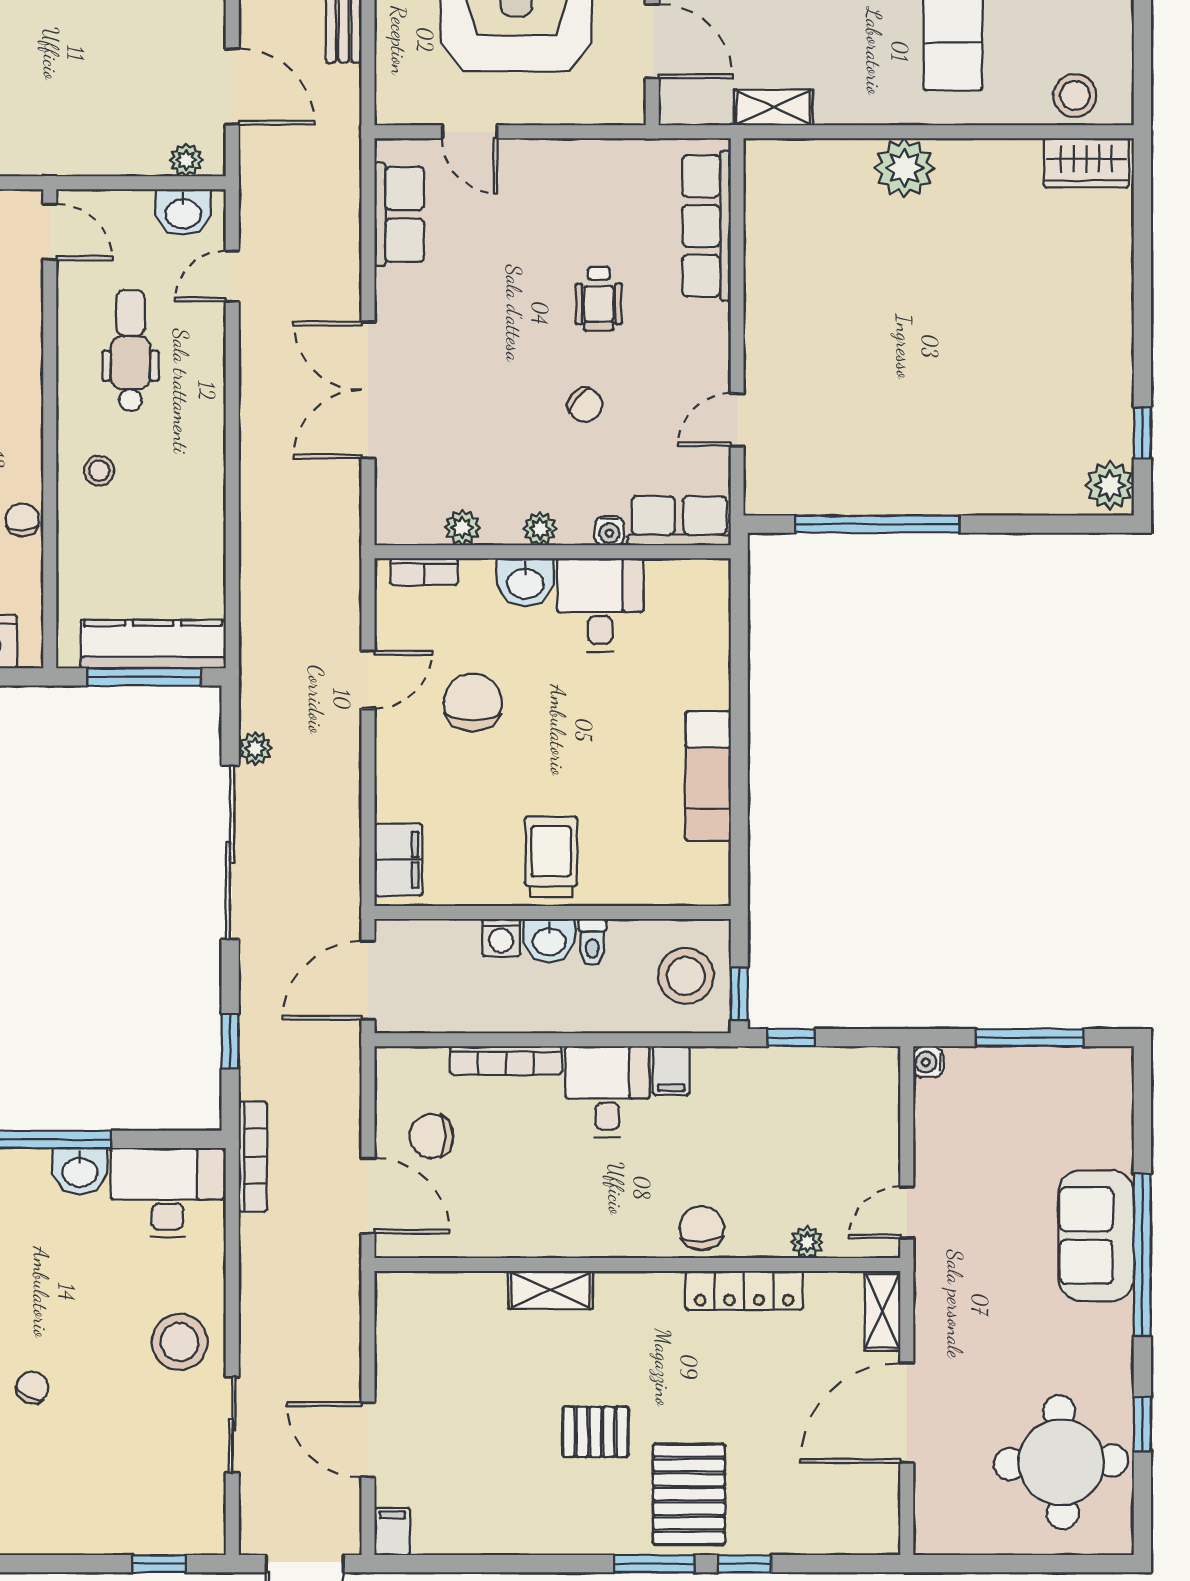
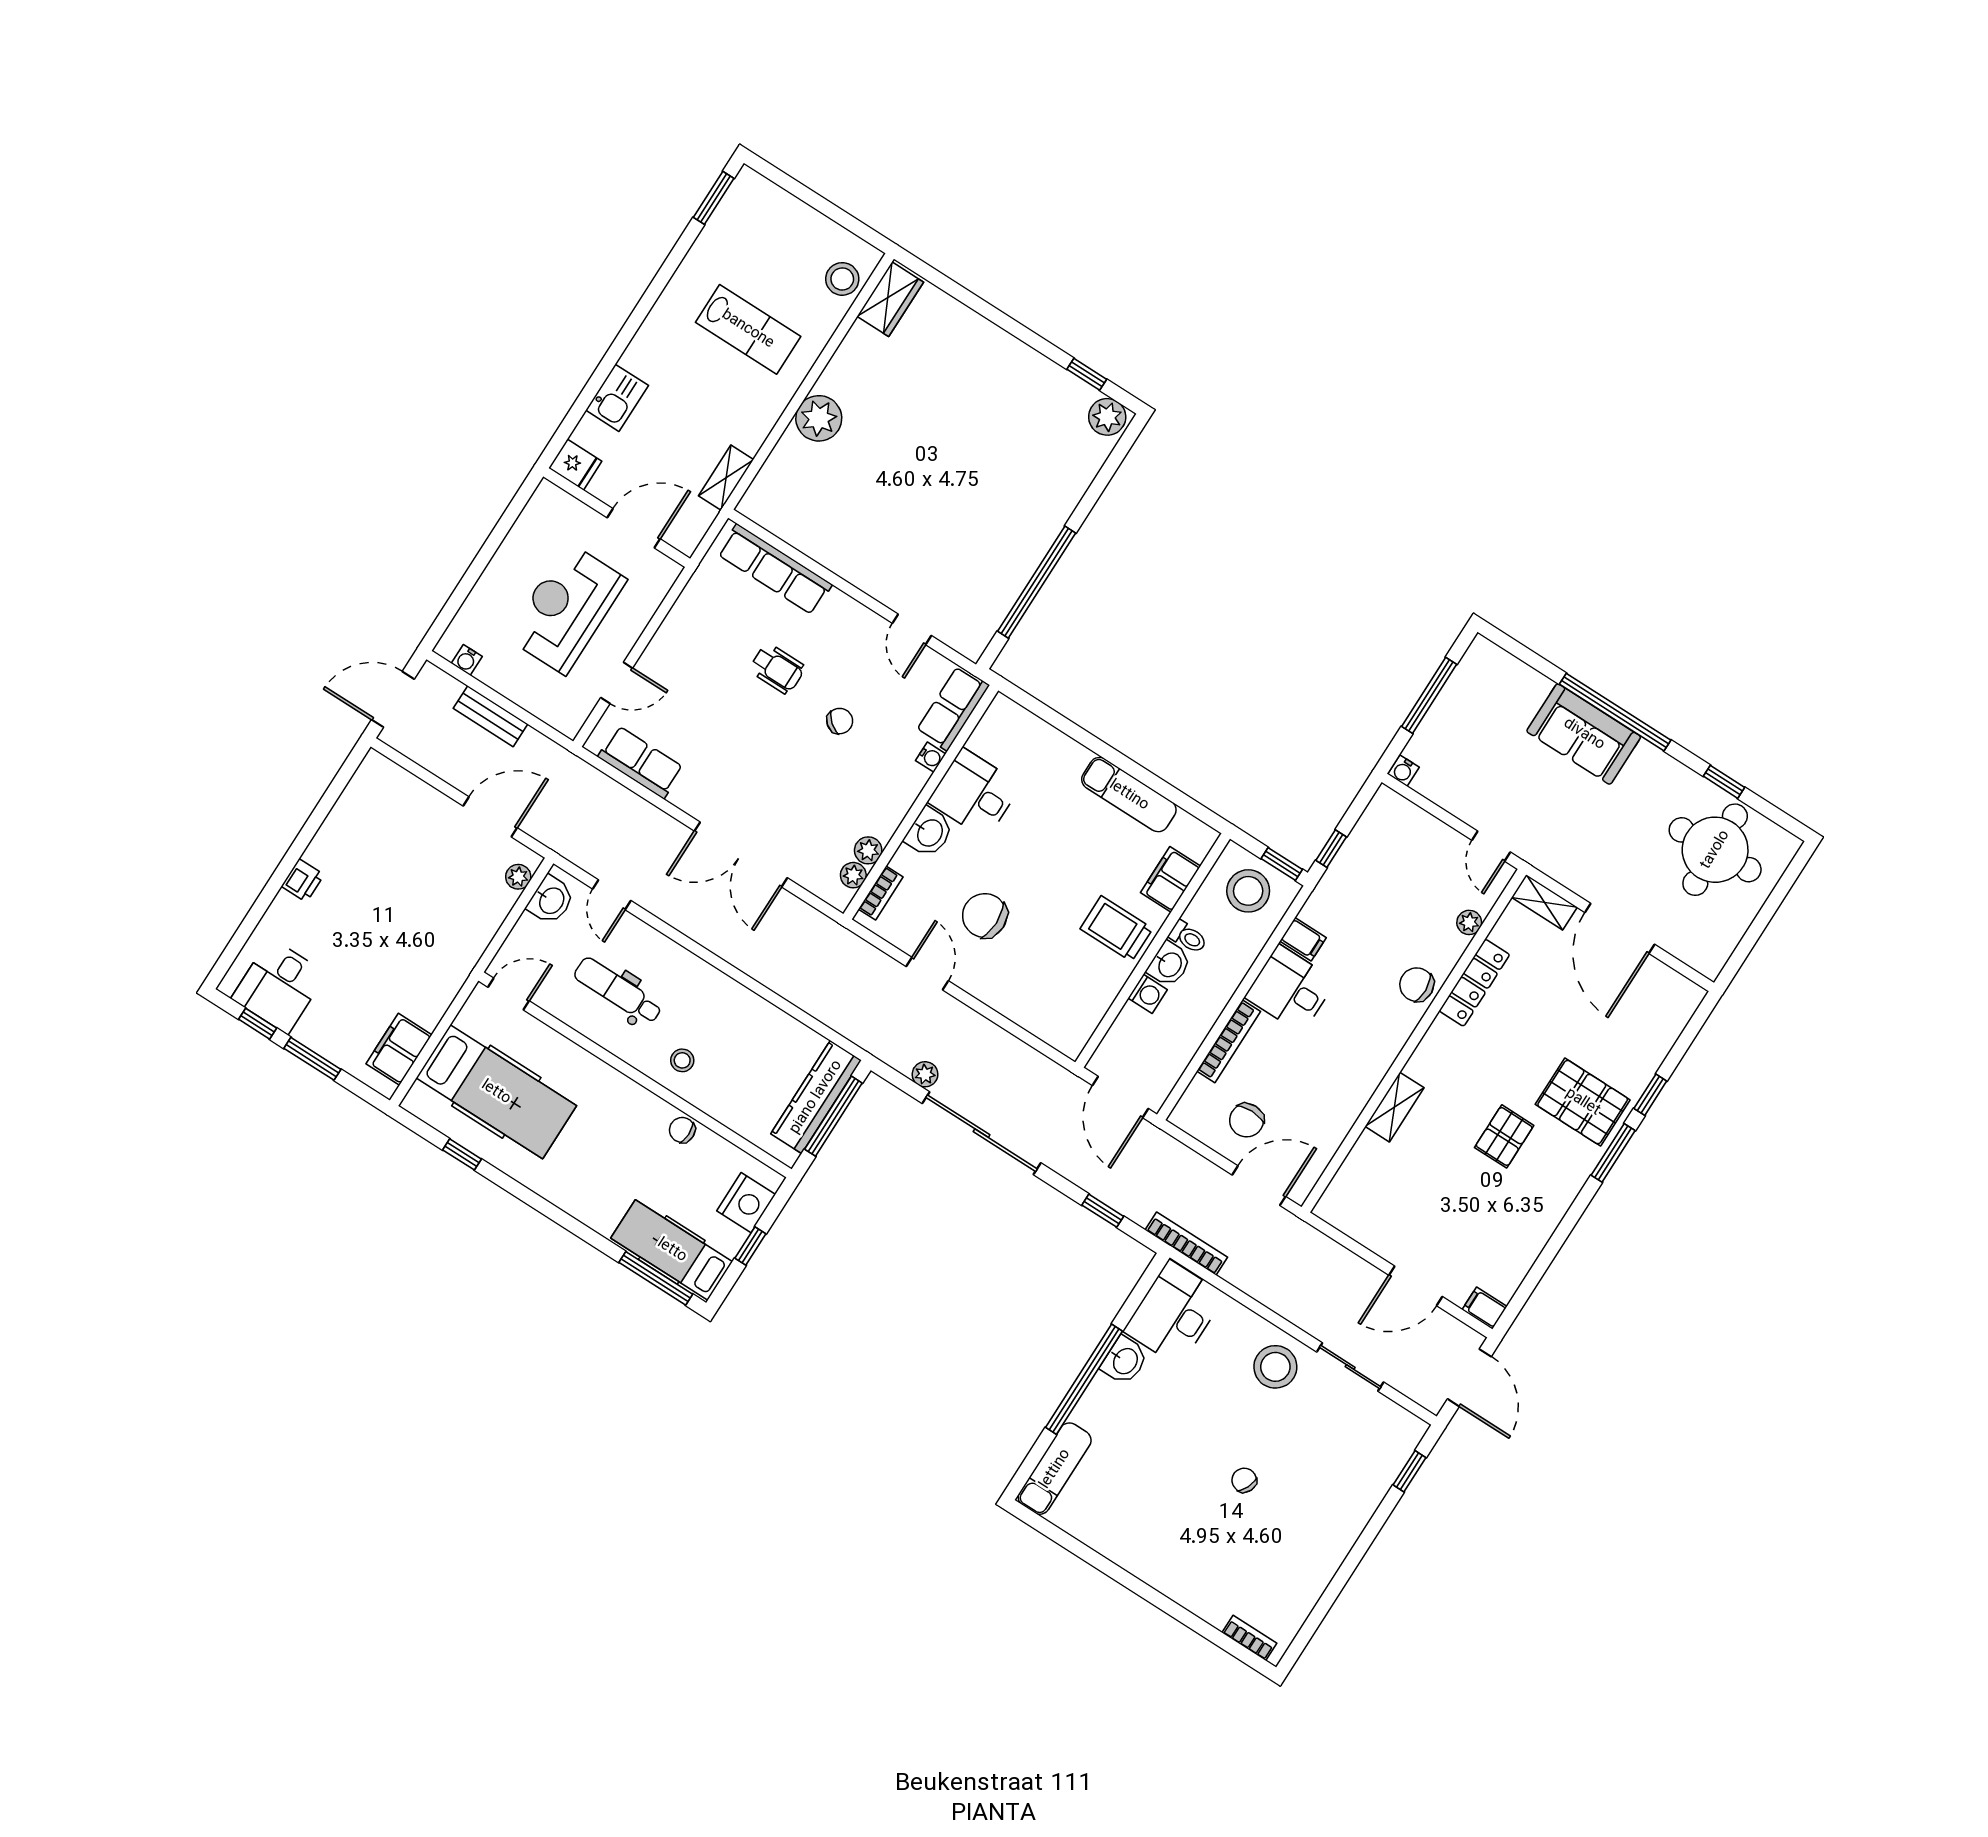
plant: (540, 529) -> (853, 875), moved
filing cabinet: (398, 860) -> (1171, 879), moved, turned -90

